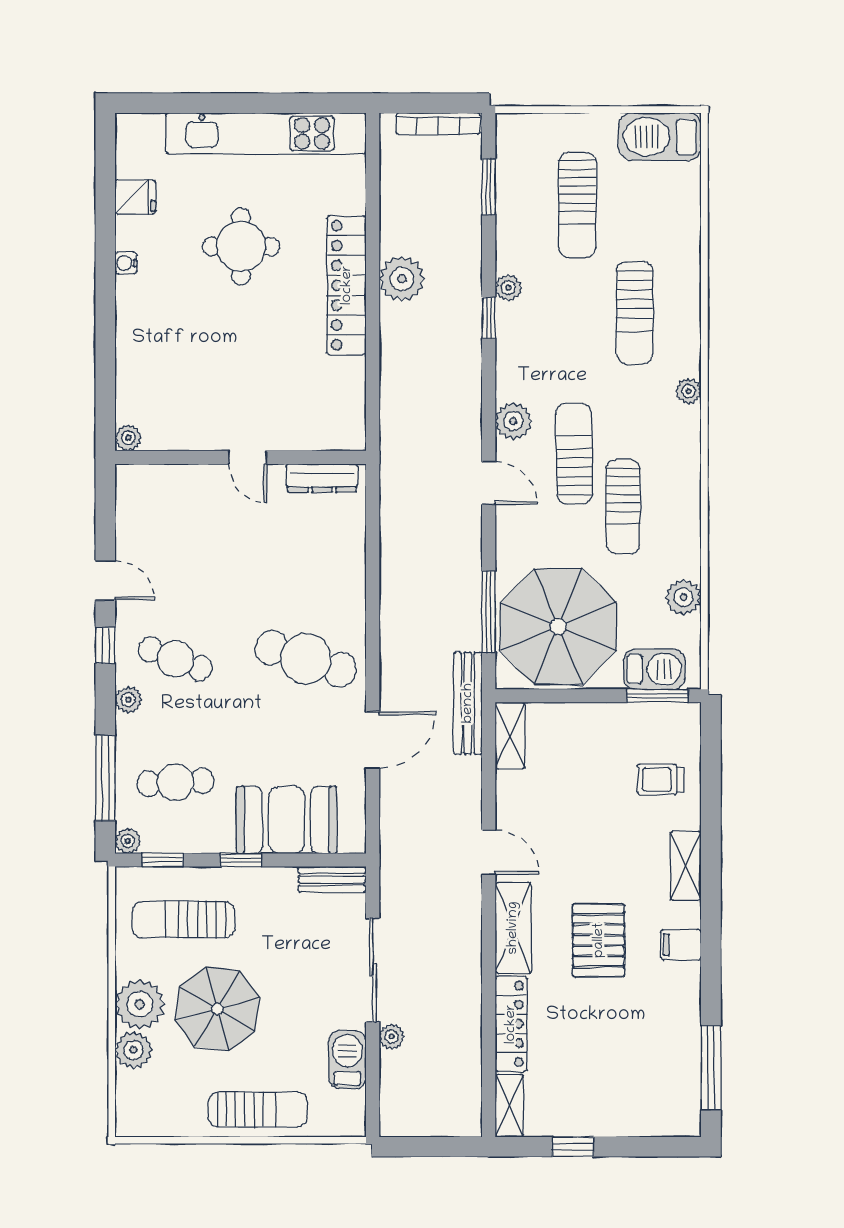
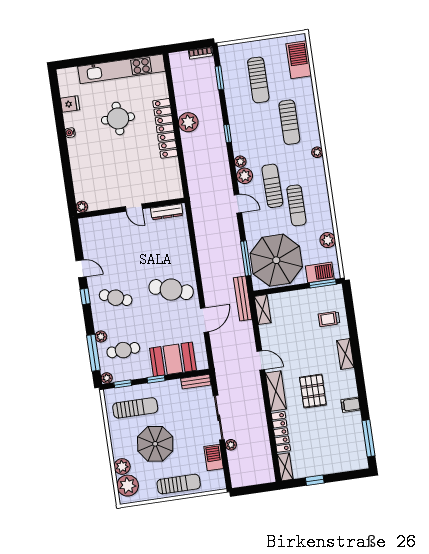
bookcase: (438, 124) -> (201, 53), width x0.64
barbecue: (660, 137) -> (299, 60), moved, turned 90
plant: (508, 288) -> (240, 162), moved
plant: (128, 700) -> (101, 337), moved
sun lounger: (183, 919) -> (135, 408), turned 180
filing cabinet: (681, 945) -> (351, 405), moved
plant: (140, 1004) -> (128, 486), moved

